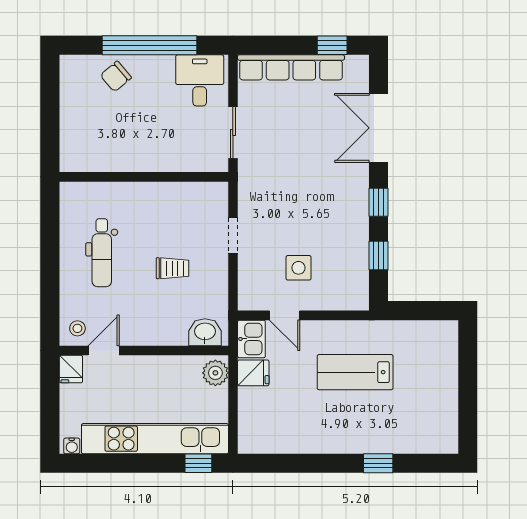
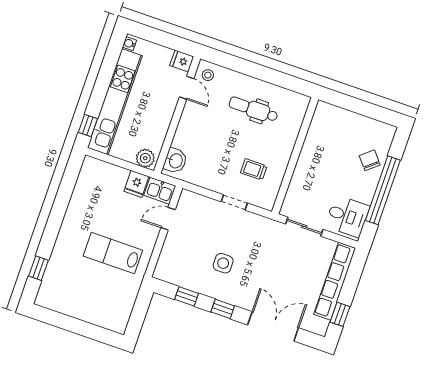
trolley: (173, 268) -> (254, 169), moved, turned 90
side table: (299, 268) -> (223, 263), moved
lab bench: (355, 372) -> (113, 253), turned -90
window: (378, 463) -> (39, 268), moved

